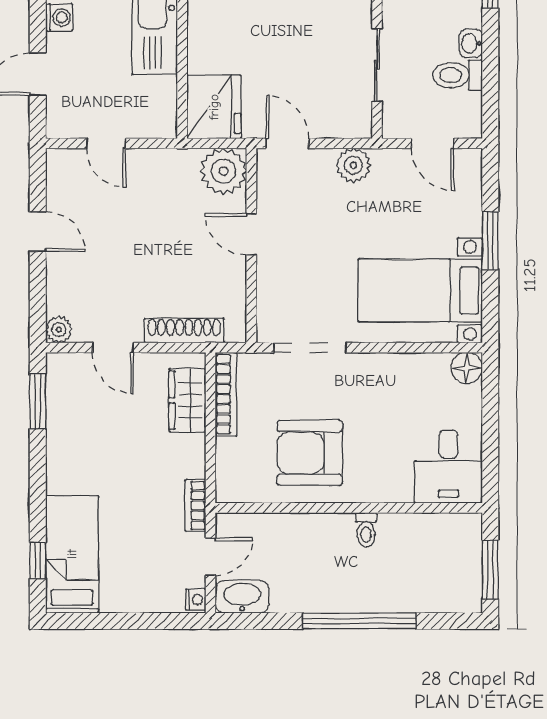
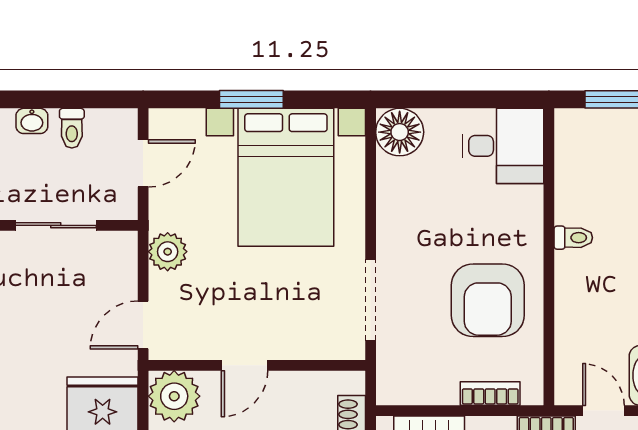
toilet: (457, 75) -> (72, 128), width x0.73, depth x0.72
bed with nightstands: (420, 290) -> (286, 177), width x1.36
floor lamp: (467, 368) -> (400, 132), width x1.38, depth x1.38
bookcase: (226, 394) -> (490, 394), moved, width x0.64

